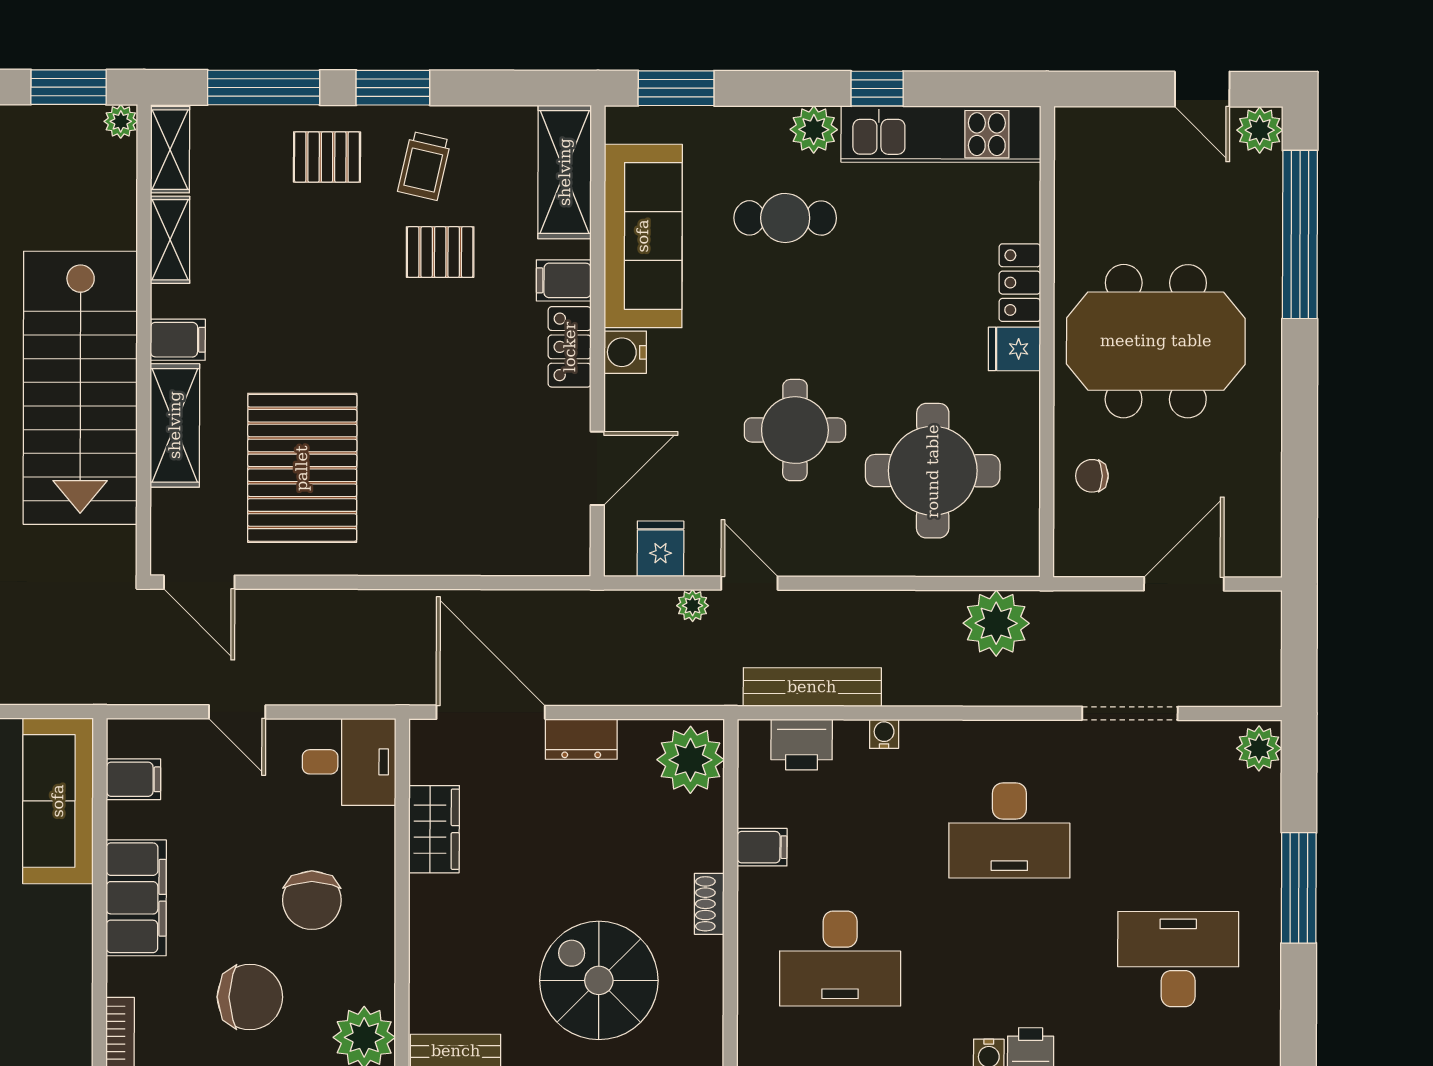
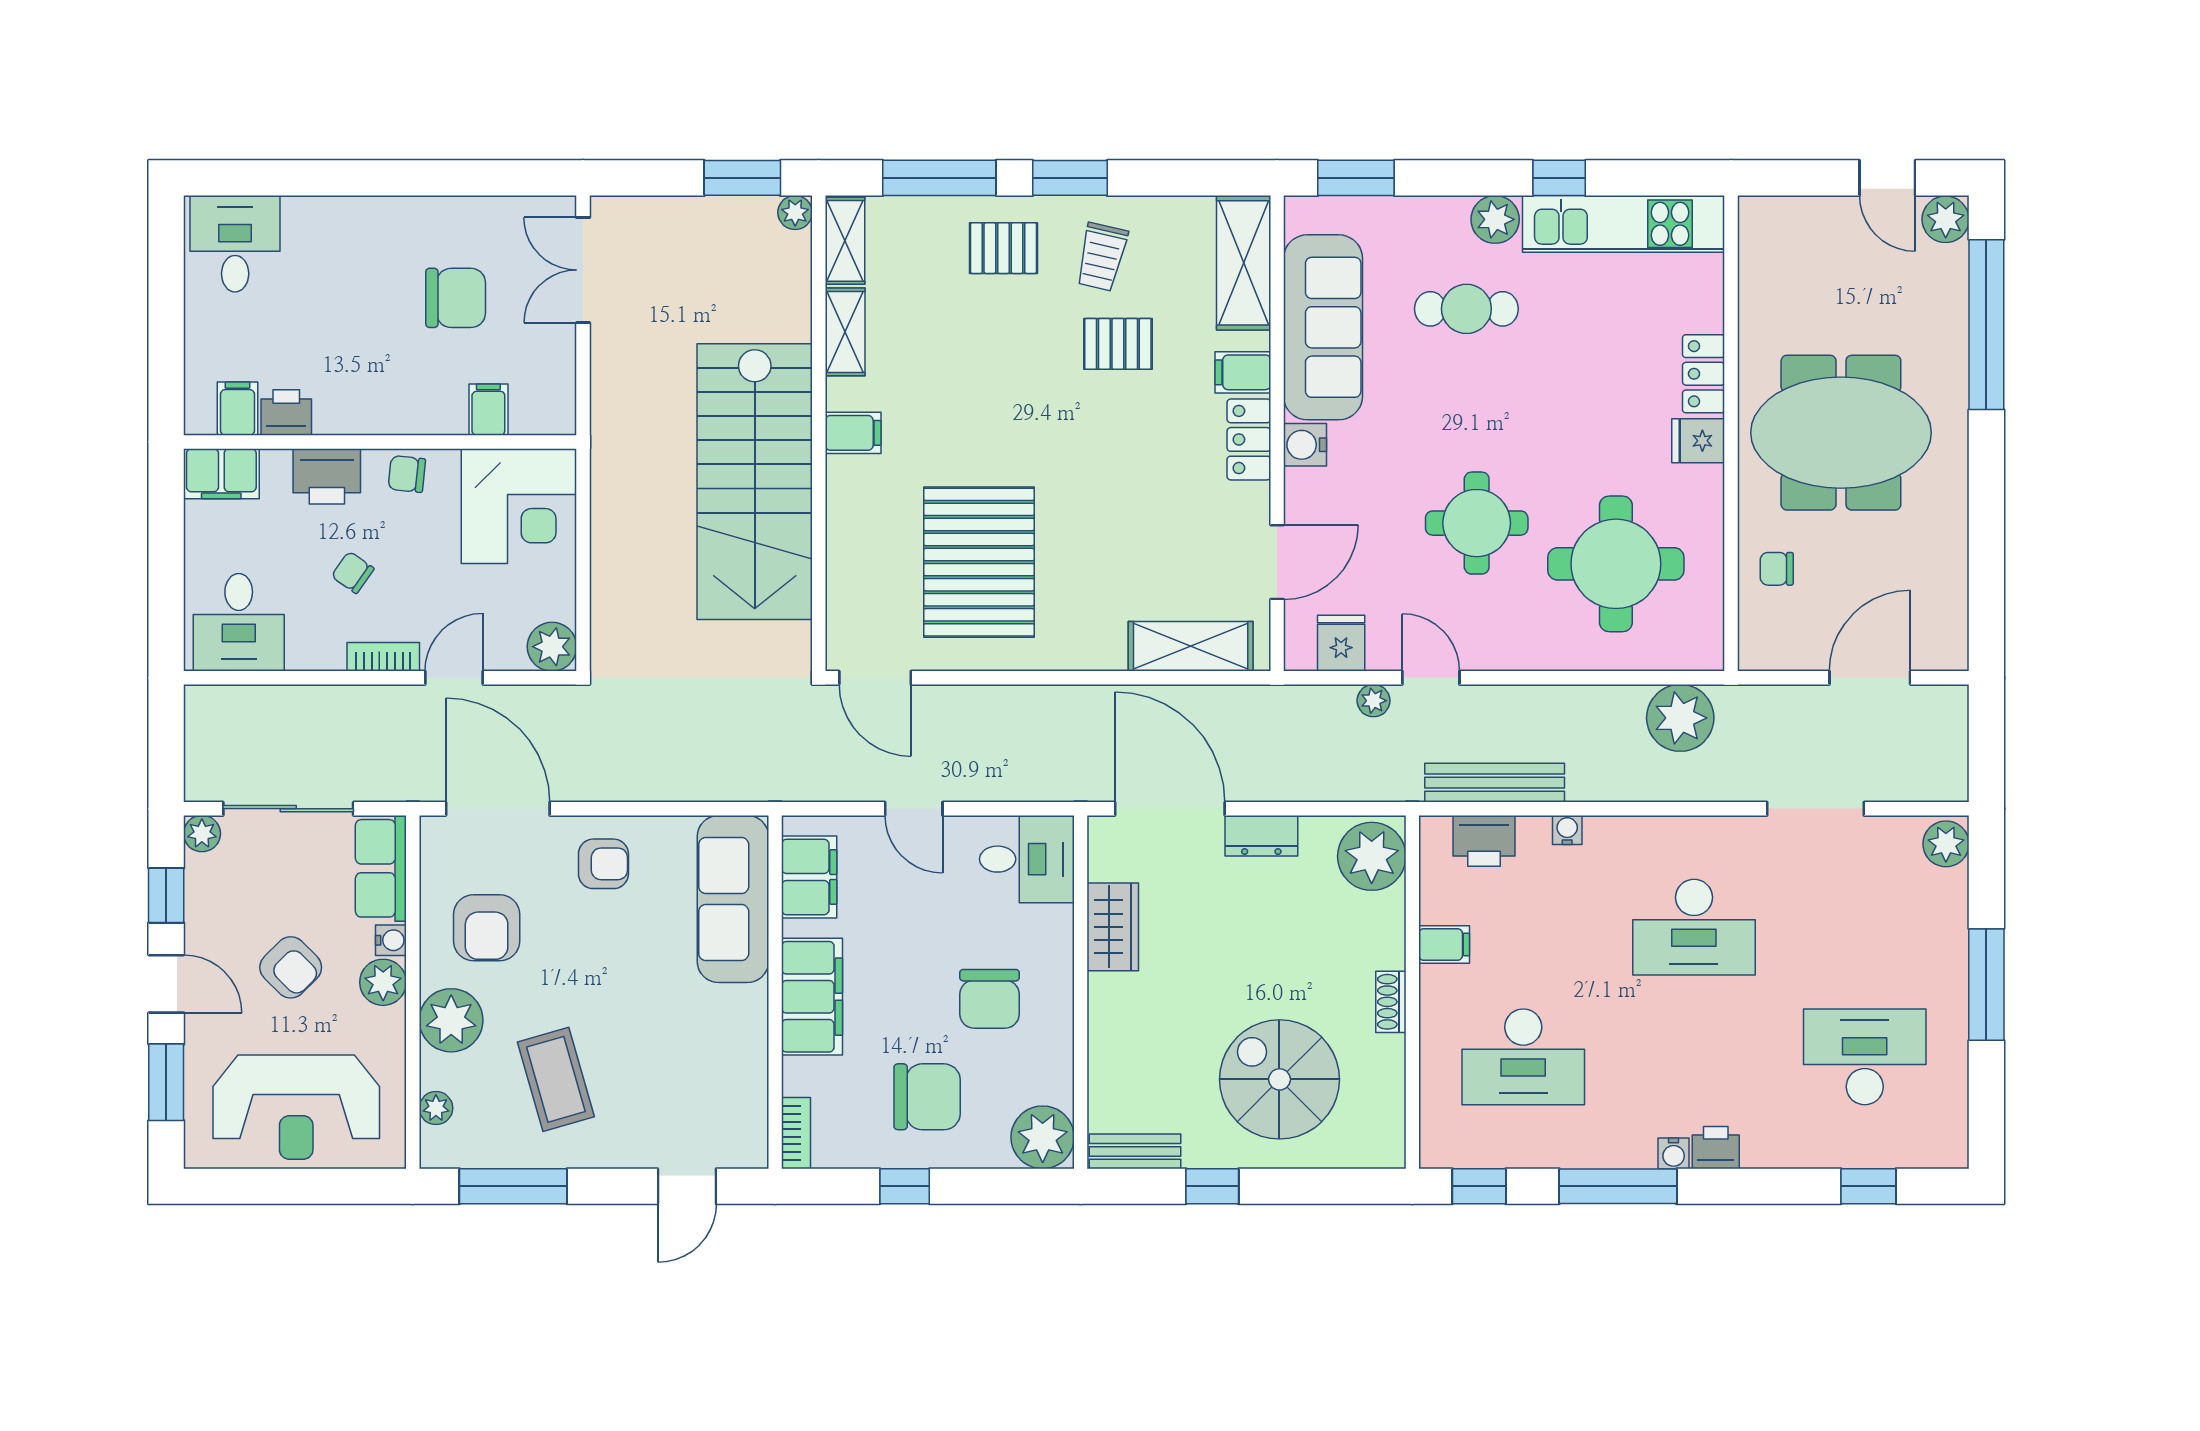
shelving: (175, 425) -> (1191, 646), moved, turned 90
filing cabinet: (133, 779) -> (809, 877), width x2.00

